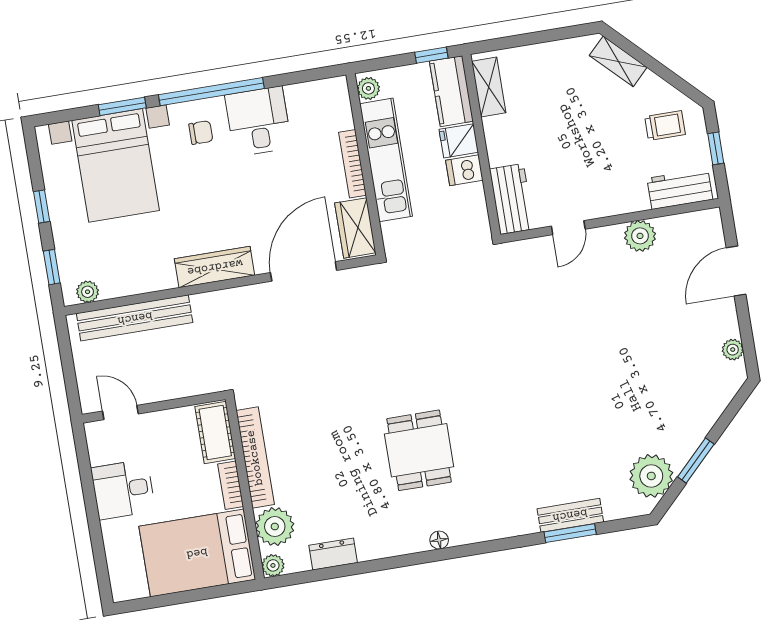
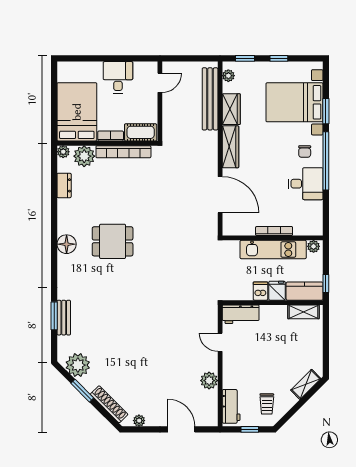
wardrobe: (355, 228) -> (231, 109), moved, turned 90
shoe rack: (712, 408) -> (109, 404), added
floor lamp: (439, 540) -> (67, 244), width x1.89, depth x1.89

